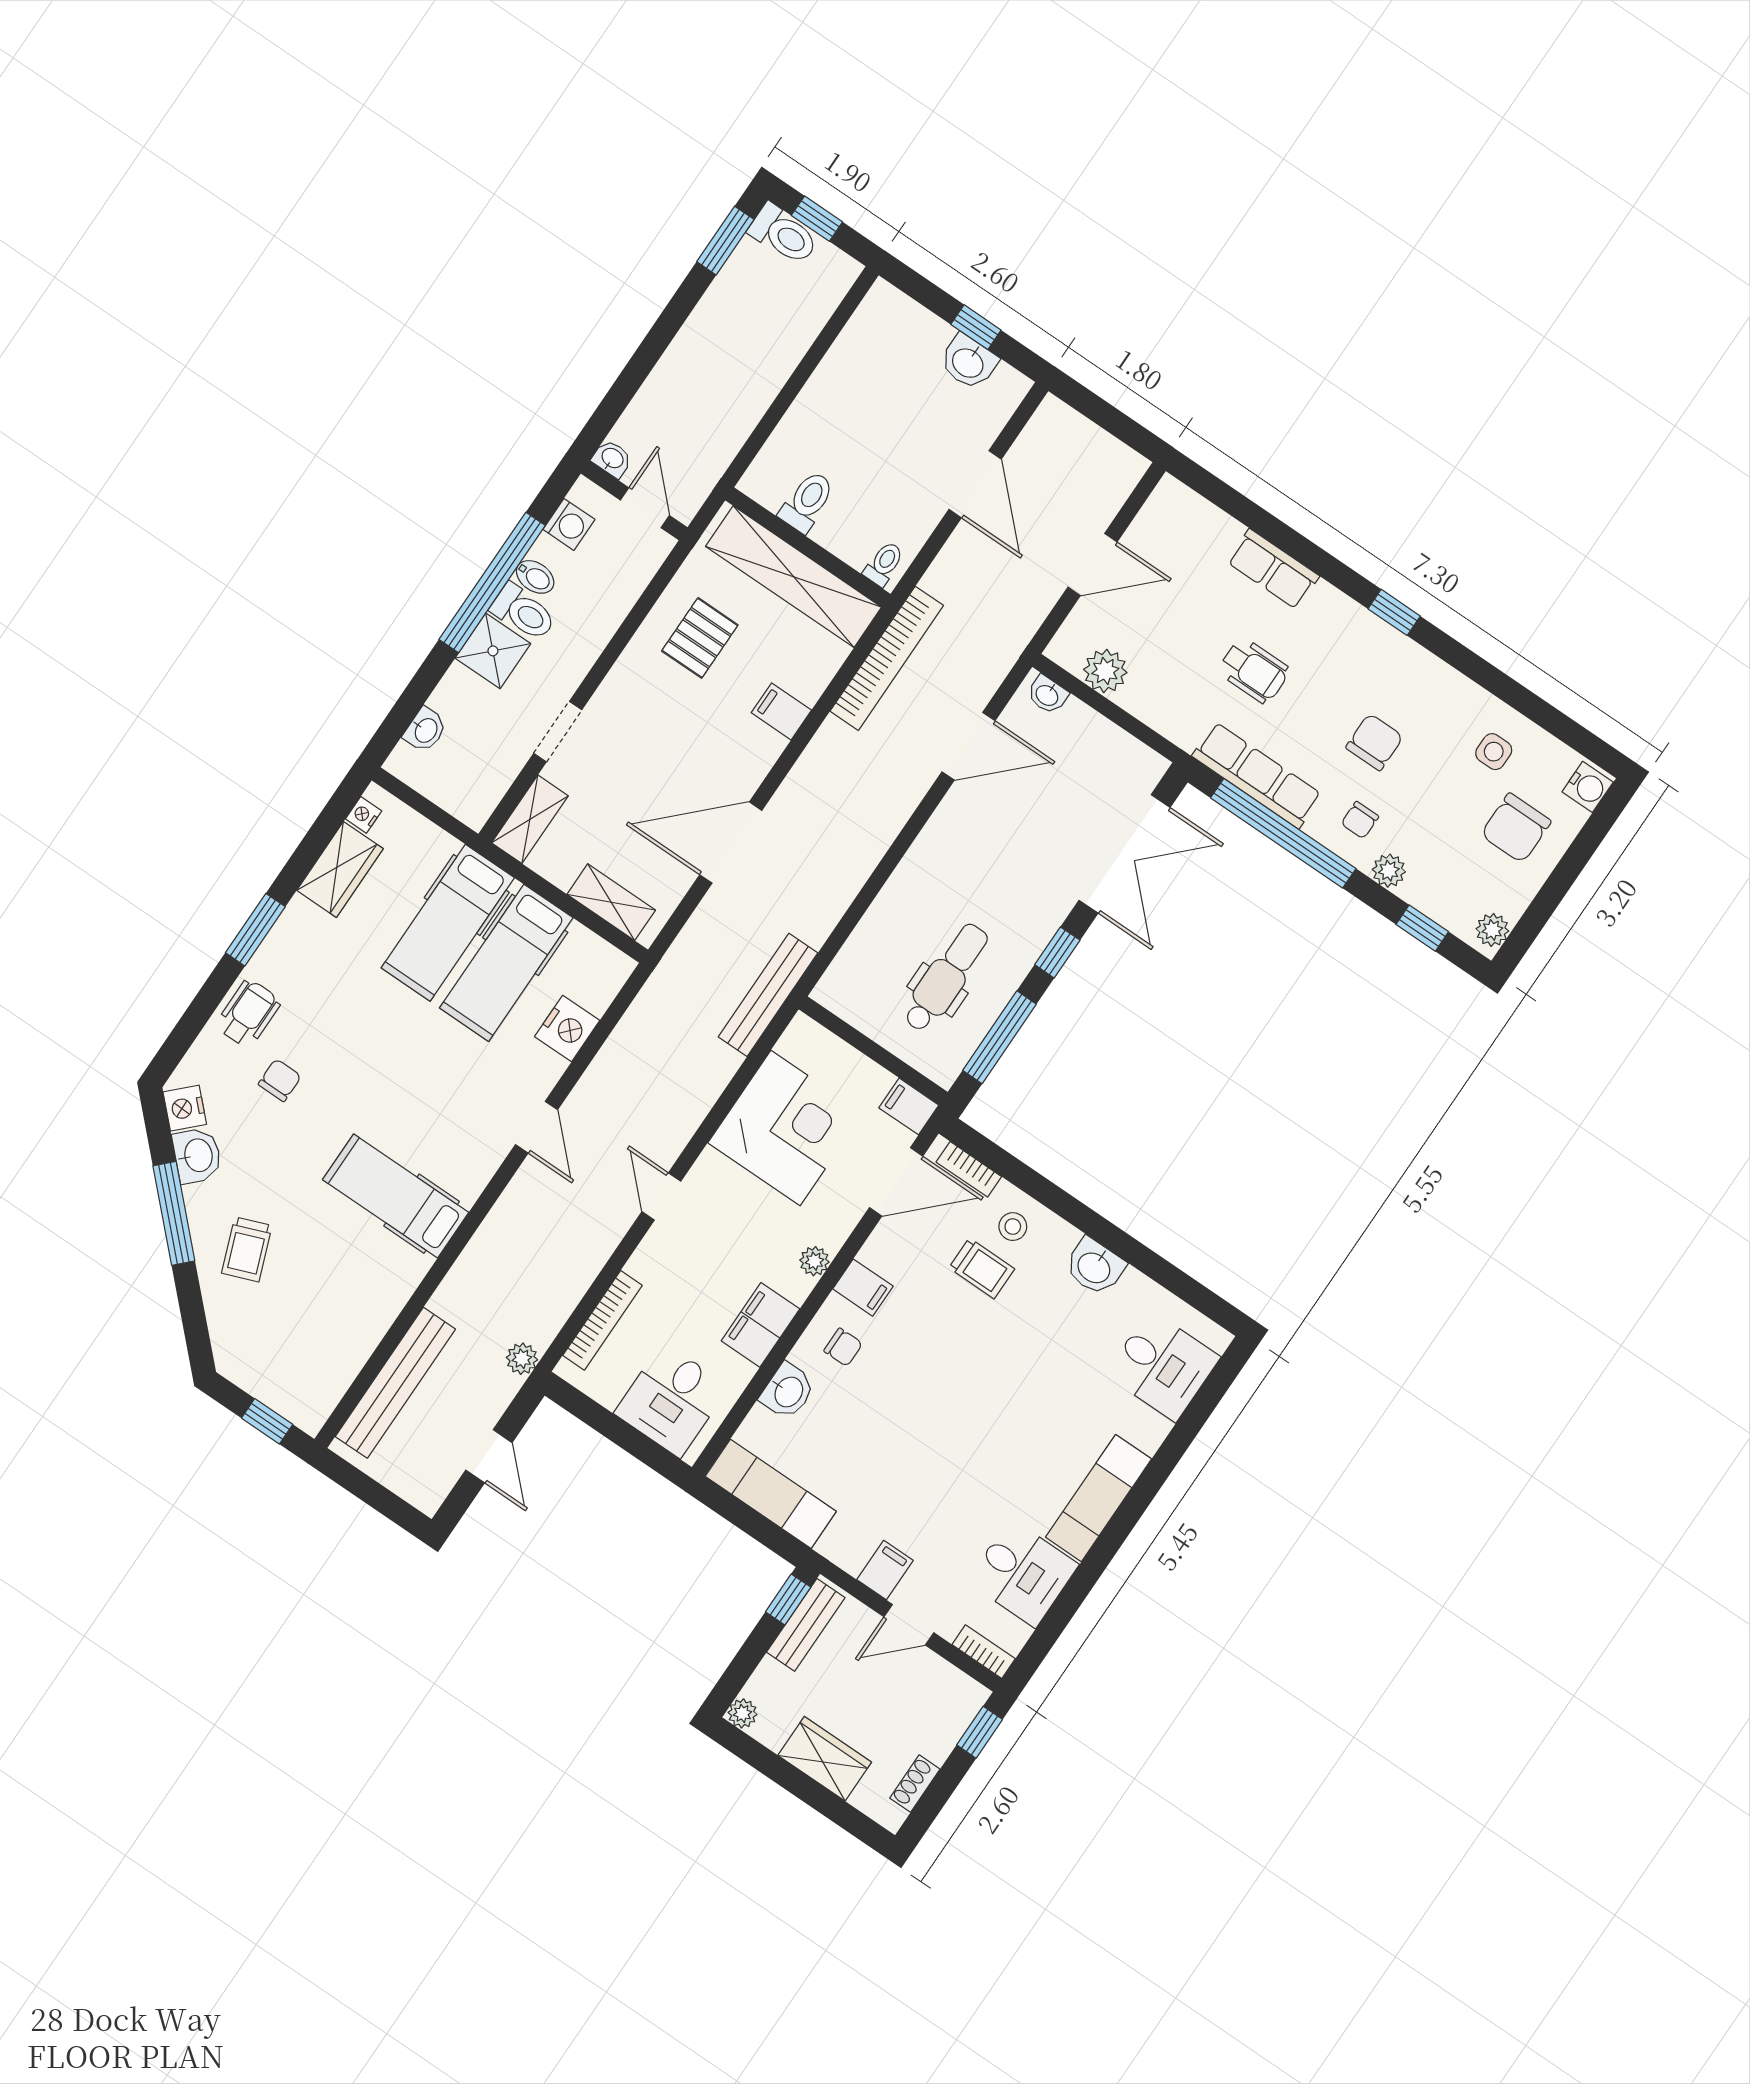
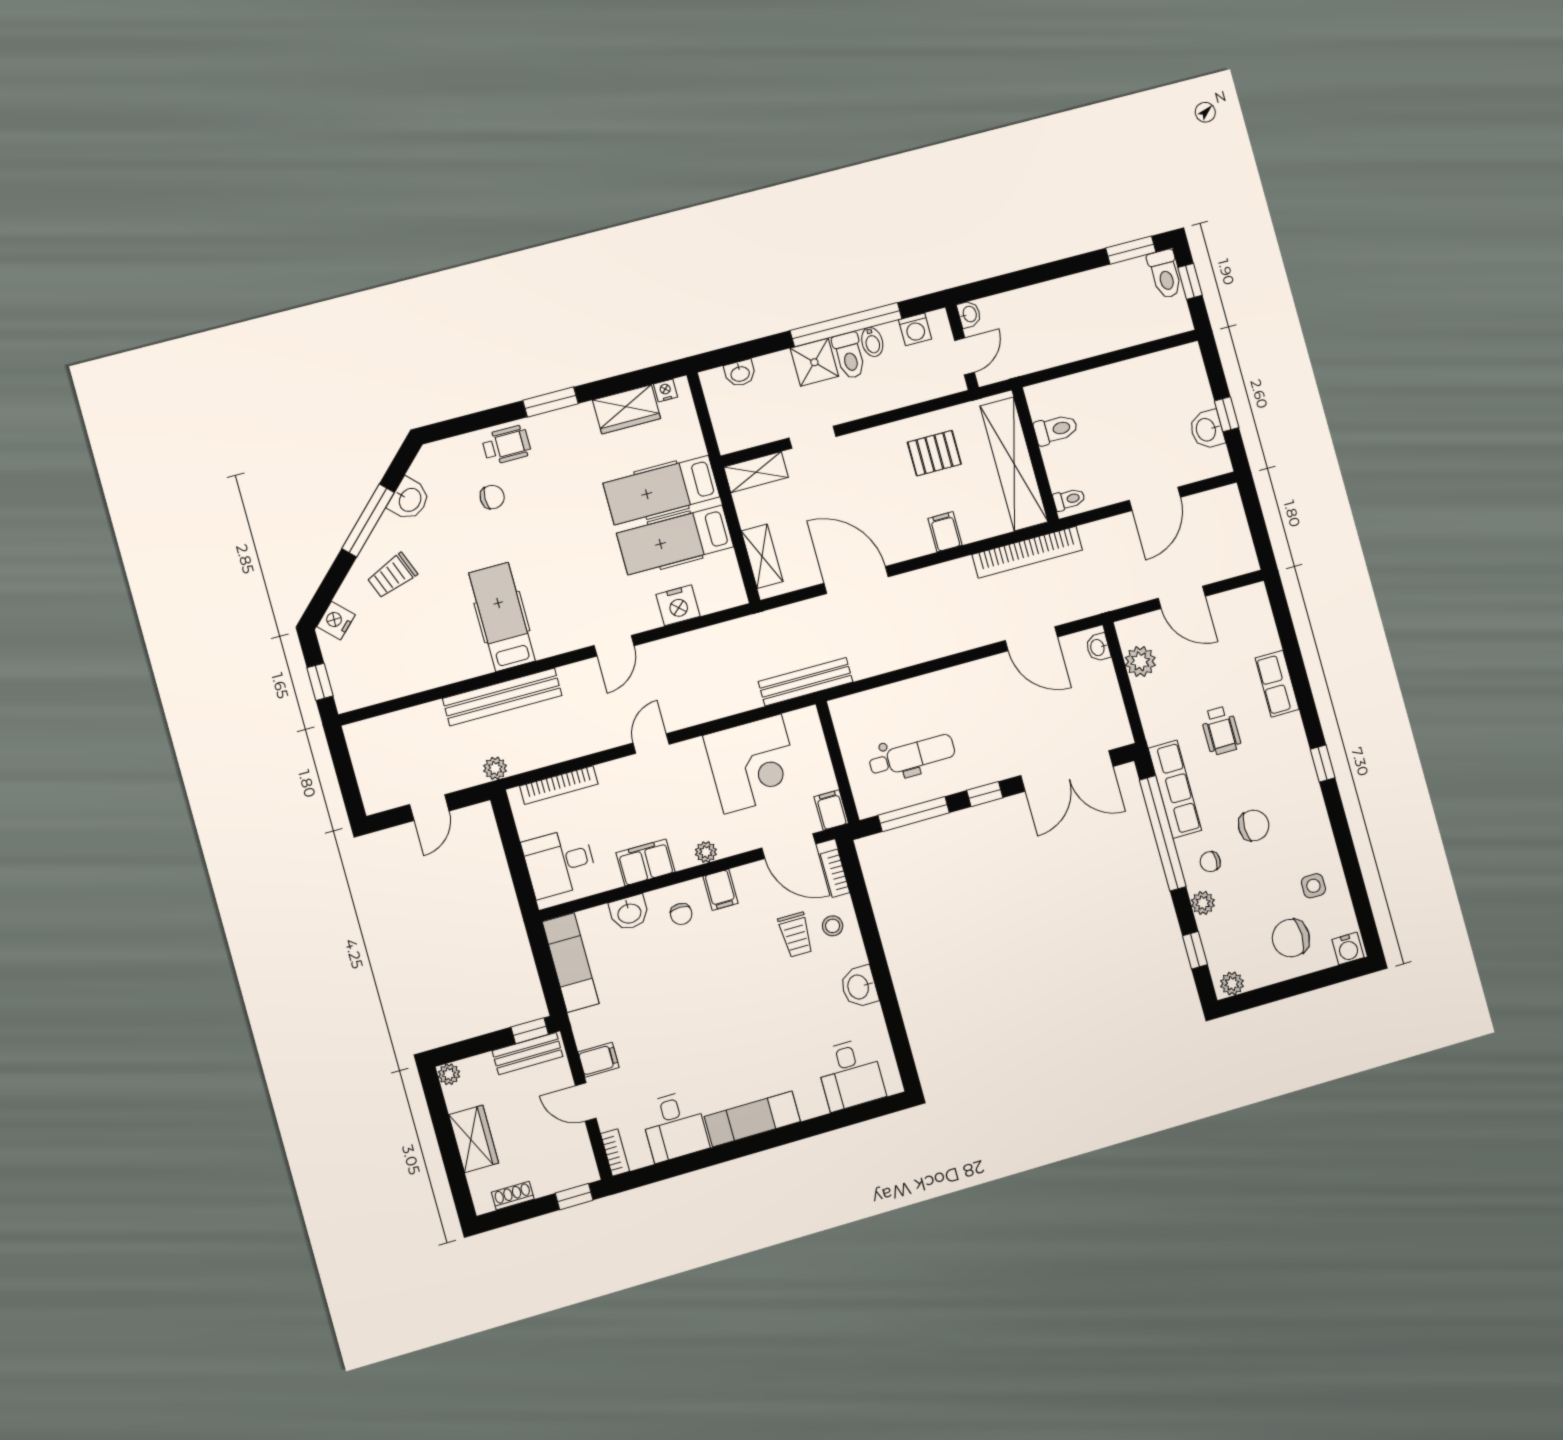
nightstand: (185, 1108) -> (336, 621), moved
bench: (395, 1383) -> (502, 697), moved

